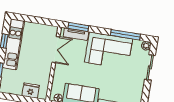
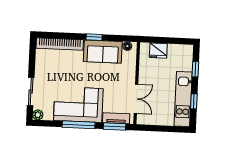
window: (125, 35) -> (79, 125), moved
double door: (56, 50) -> (136, 99), swing flipped

